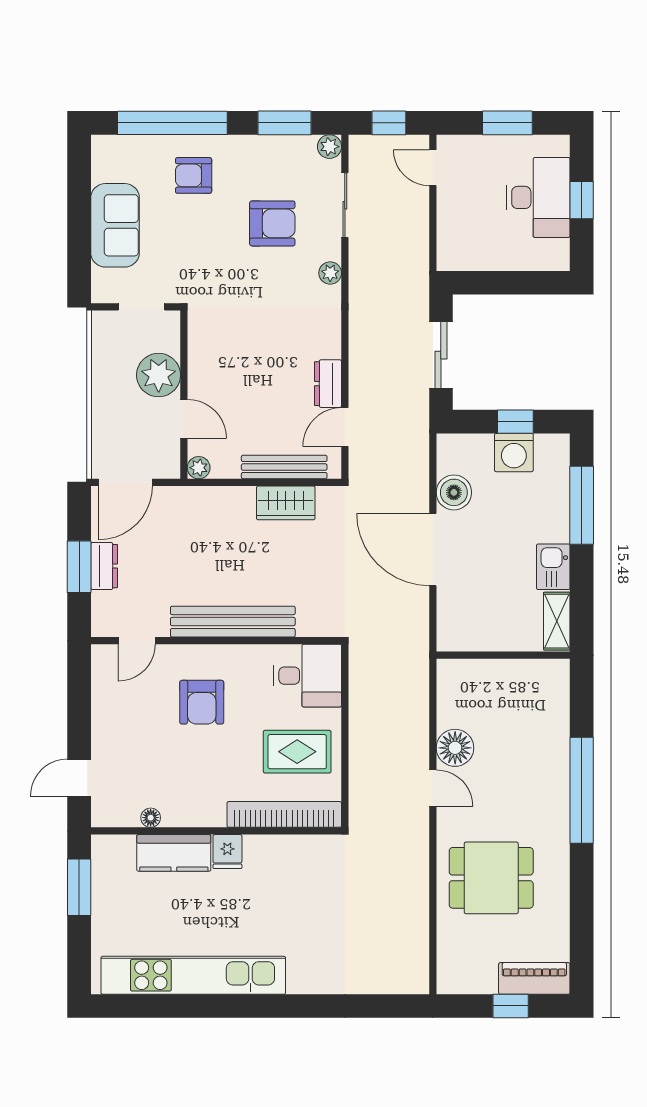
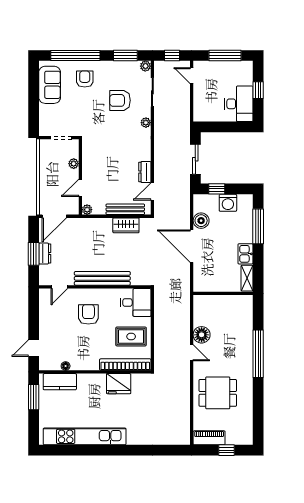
window: (507, 123) -> (225, 56), width x1.44
armchair: (194, 175) -> (85, 79), turned 90
desk: (538, 197) -> (239, 104), moved
armchair: (272, 223) -> (120, 100), turned 180
sofa: (115, 225) -> (50, 85), moved
plant: (159, 375) -> (74, 164), width x0.53, depth x0.53
door: (184, 419) -> (80, 188), swing flipped
window: (515, 422) -> (217, 189), moved
armchair: (202, 702) -> (88, 314), turned 180
fridge: (227, 852) -> (119, 384), moved, width x1.88, depth x1.34
kitchen counter: (174, 853) -> (60, 382), moved
piano: (534, 978) -> (209, 438), moved

